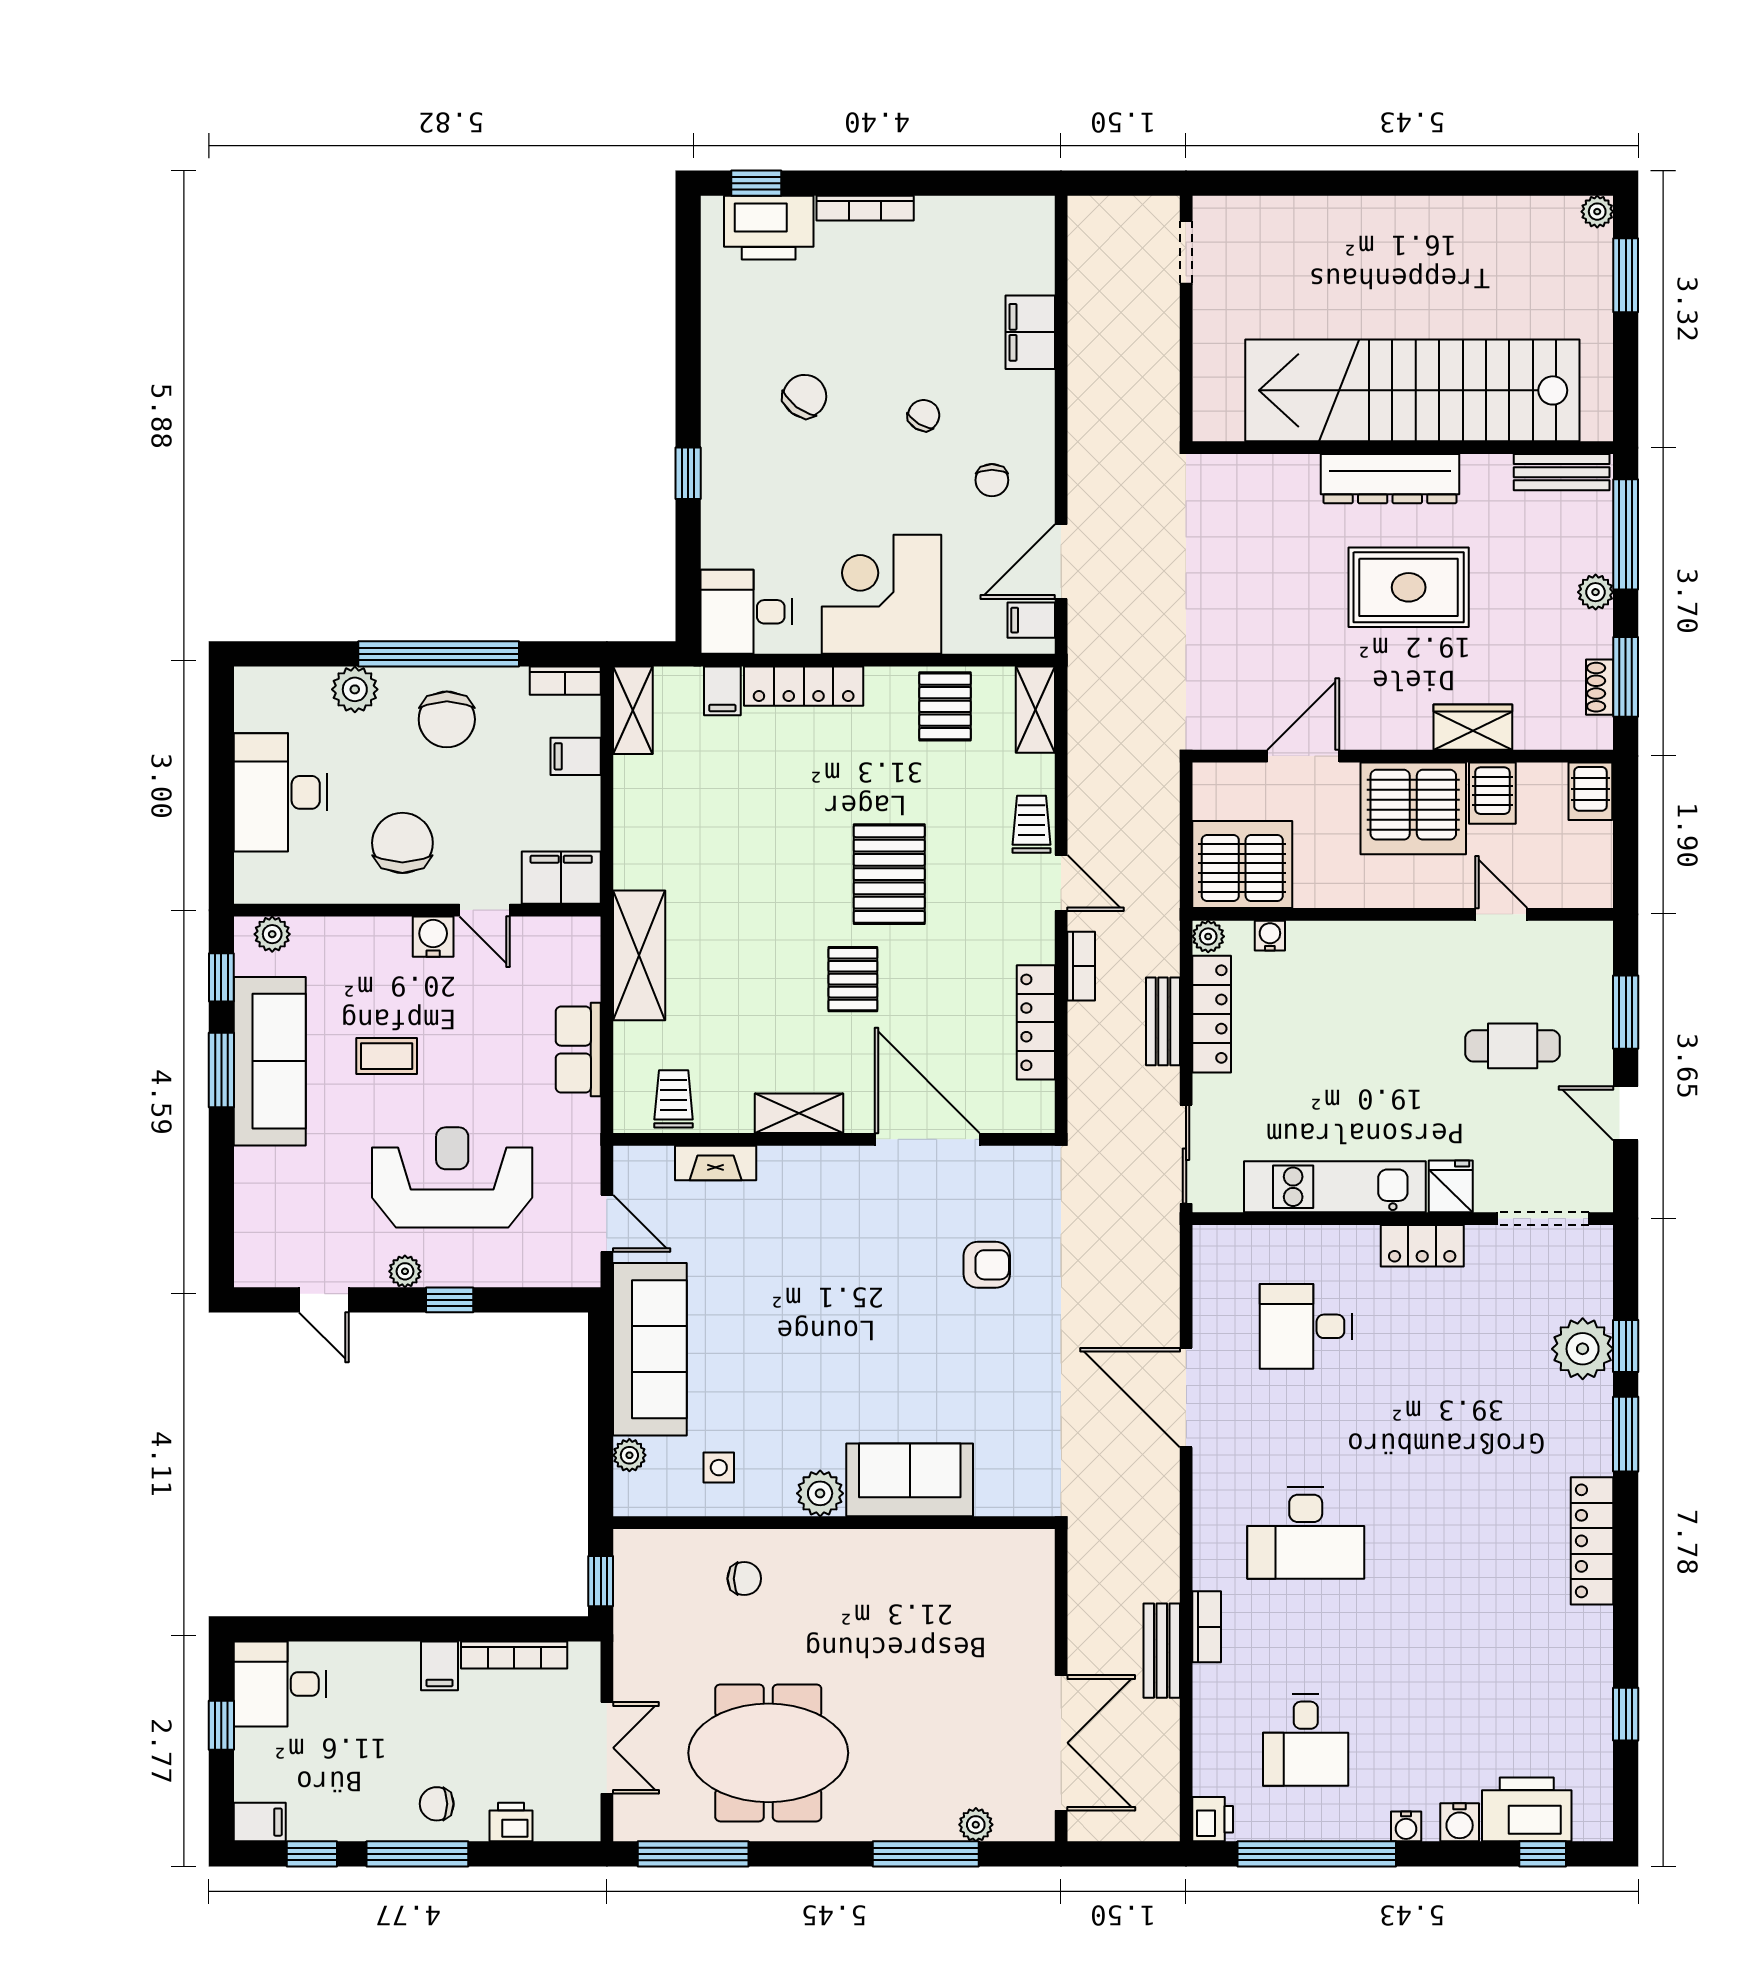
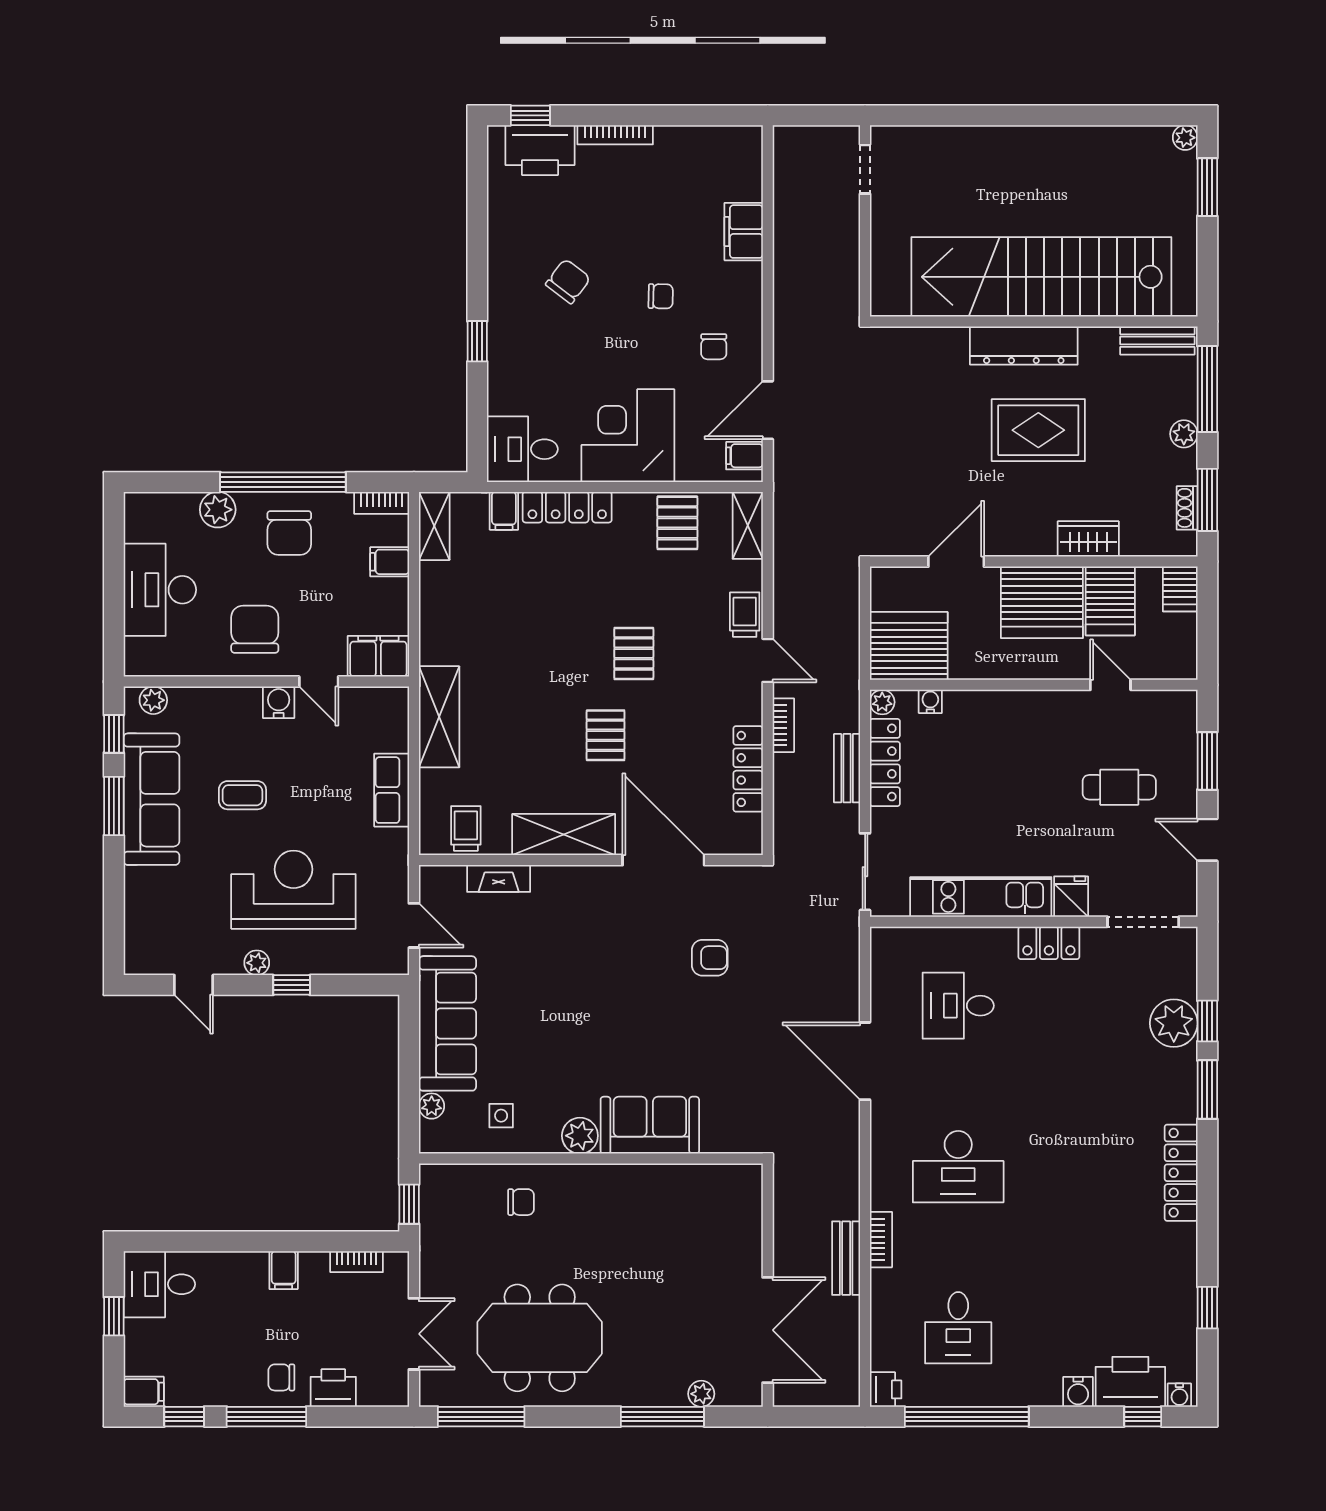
chair: (924, 415) -> (661, 296), turned 60
server rack: (1492, 793) -> (1110, 601), width x1.36, depth x1.44
pallet: (889, 874) -> (634, 653), width x0.67, depth x0.71
shelving: (799, 1113) -> (564, 835), width x1.50, depth x1.33
bookcase: (514, 1655) -> (357, 1262), width x0.64
printer: (511, 1822) -> (333, 1388), width x1.36, depth x1.24
water cooler: (1406, 1826) -> (1179, 1395), moved

